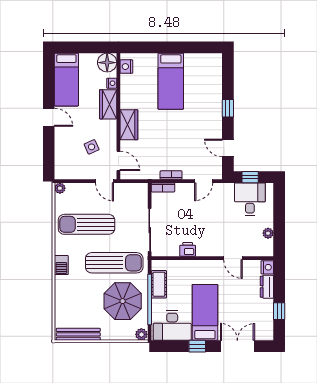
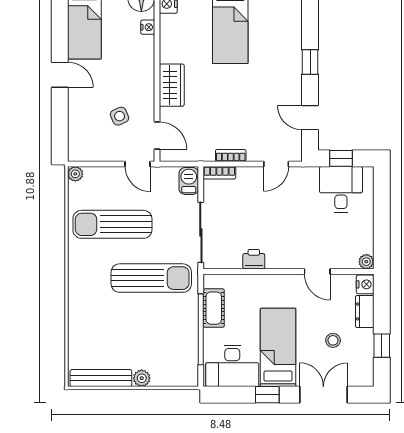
wardrobe: (108, 104) -> (143, 57), removed
plant: (268, 233) -> (366, 262), moved
barbecue: (61, 265) -> (189, 181), moved, turned 180
parasol: (123, 301) -> (163, 332), removed
stool: (244, 307) -> (333, 340), added
plant: (141, 334) -> (142, 378), moved

